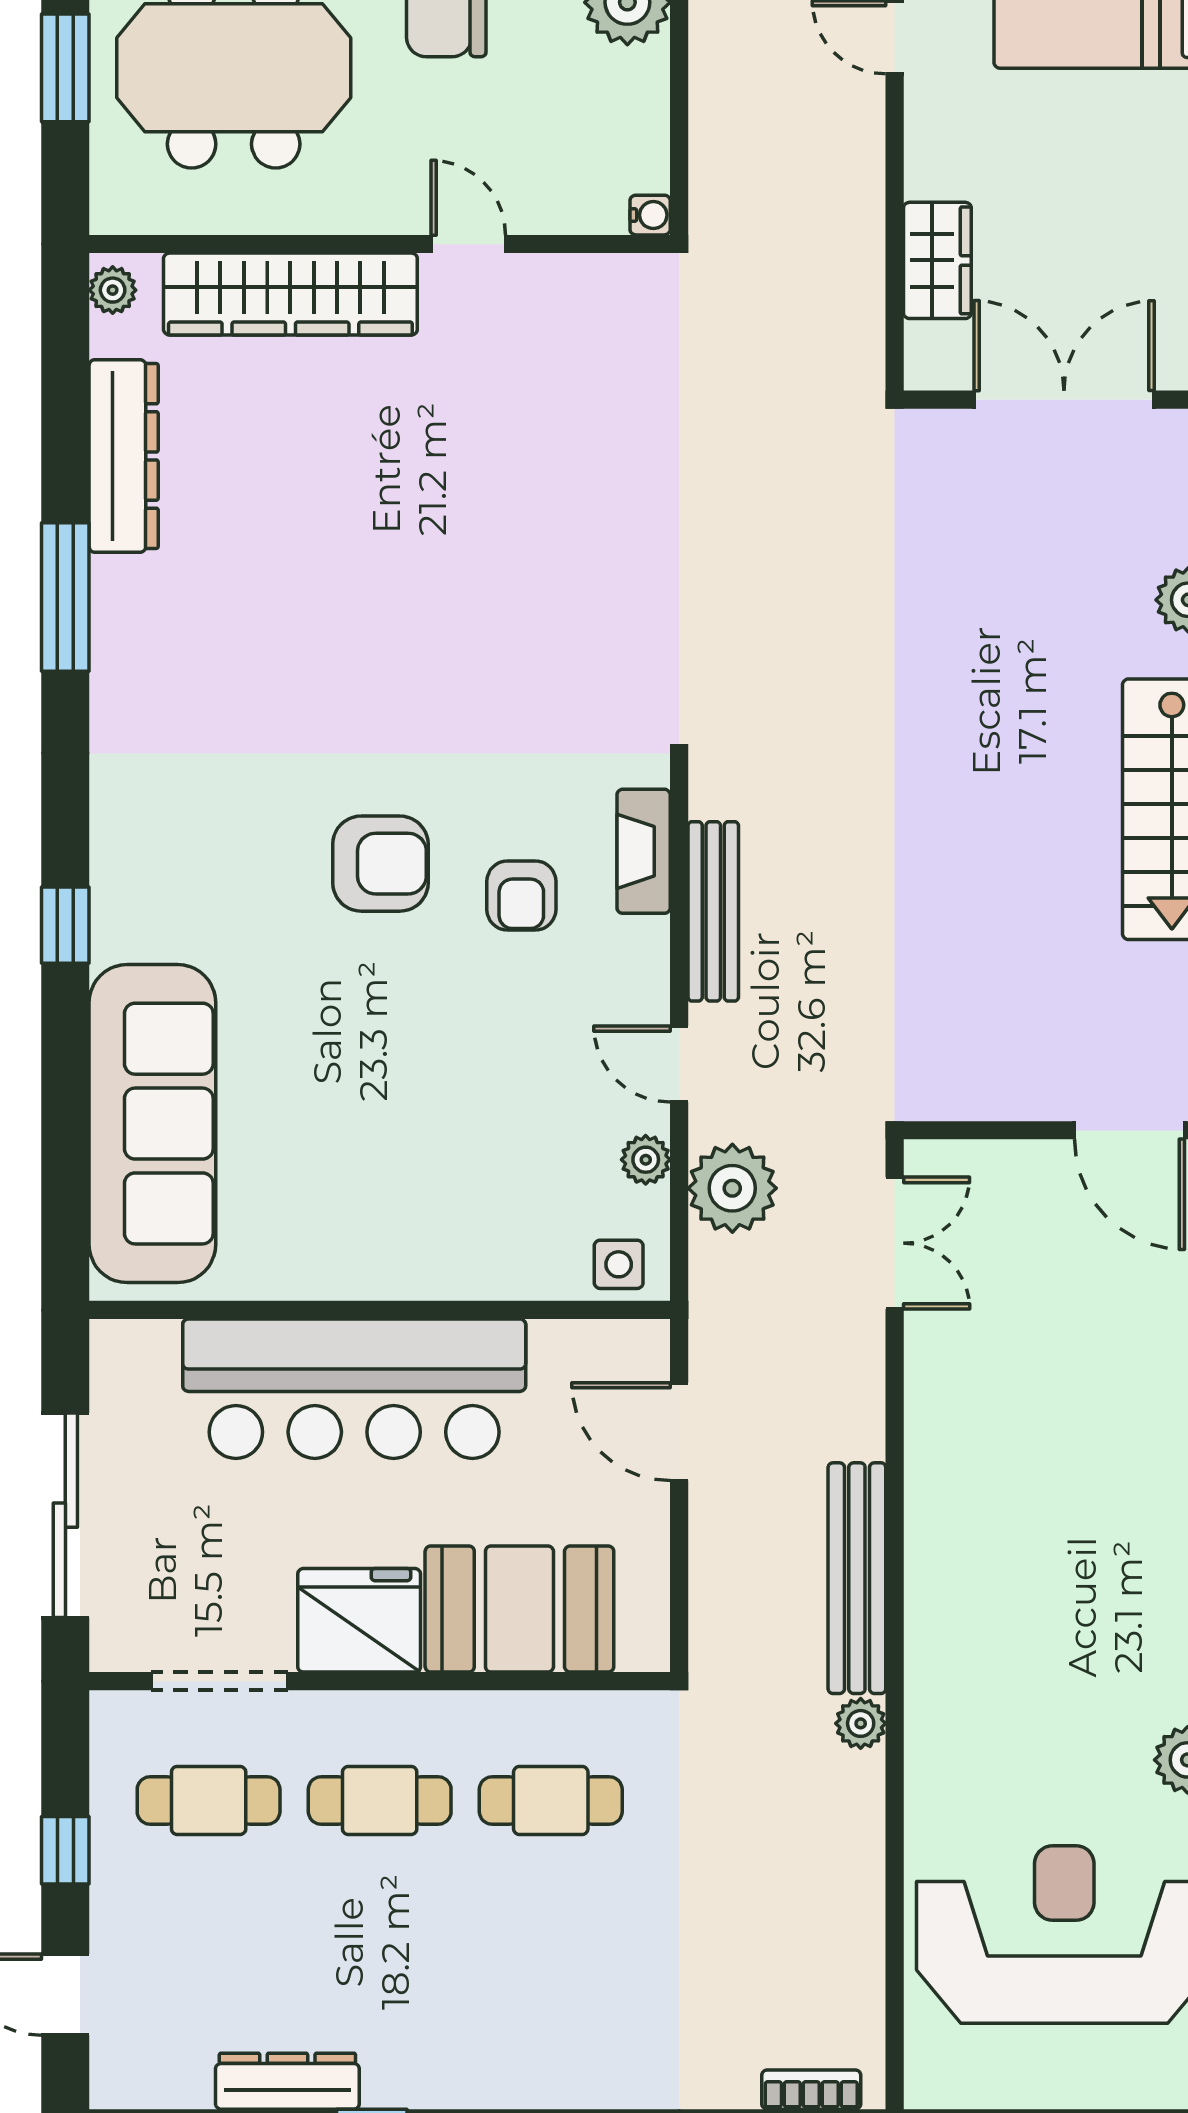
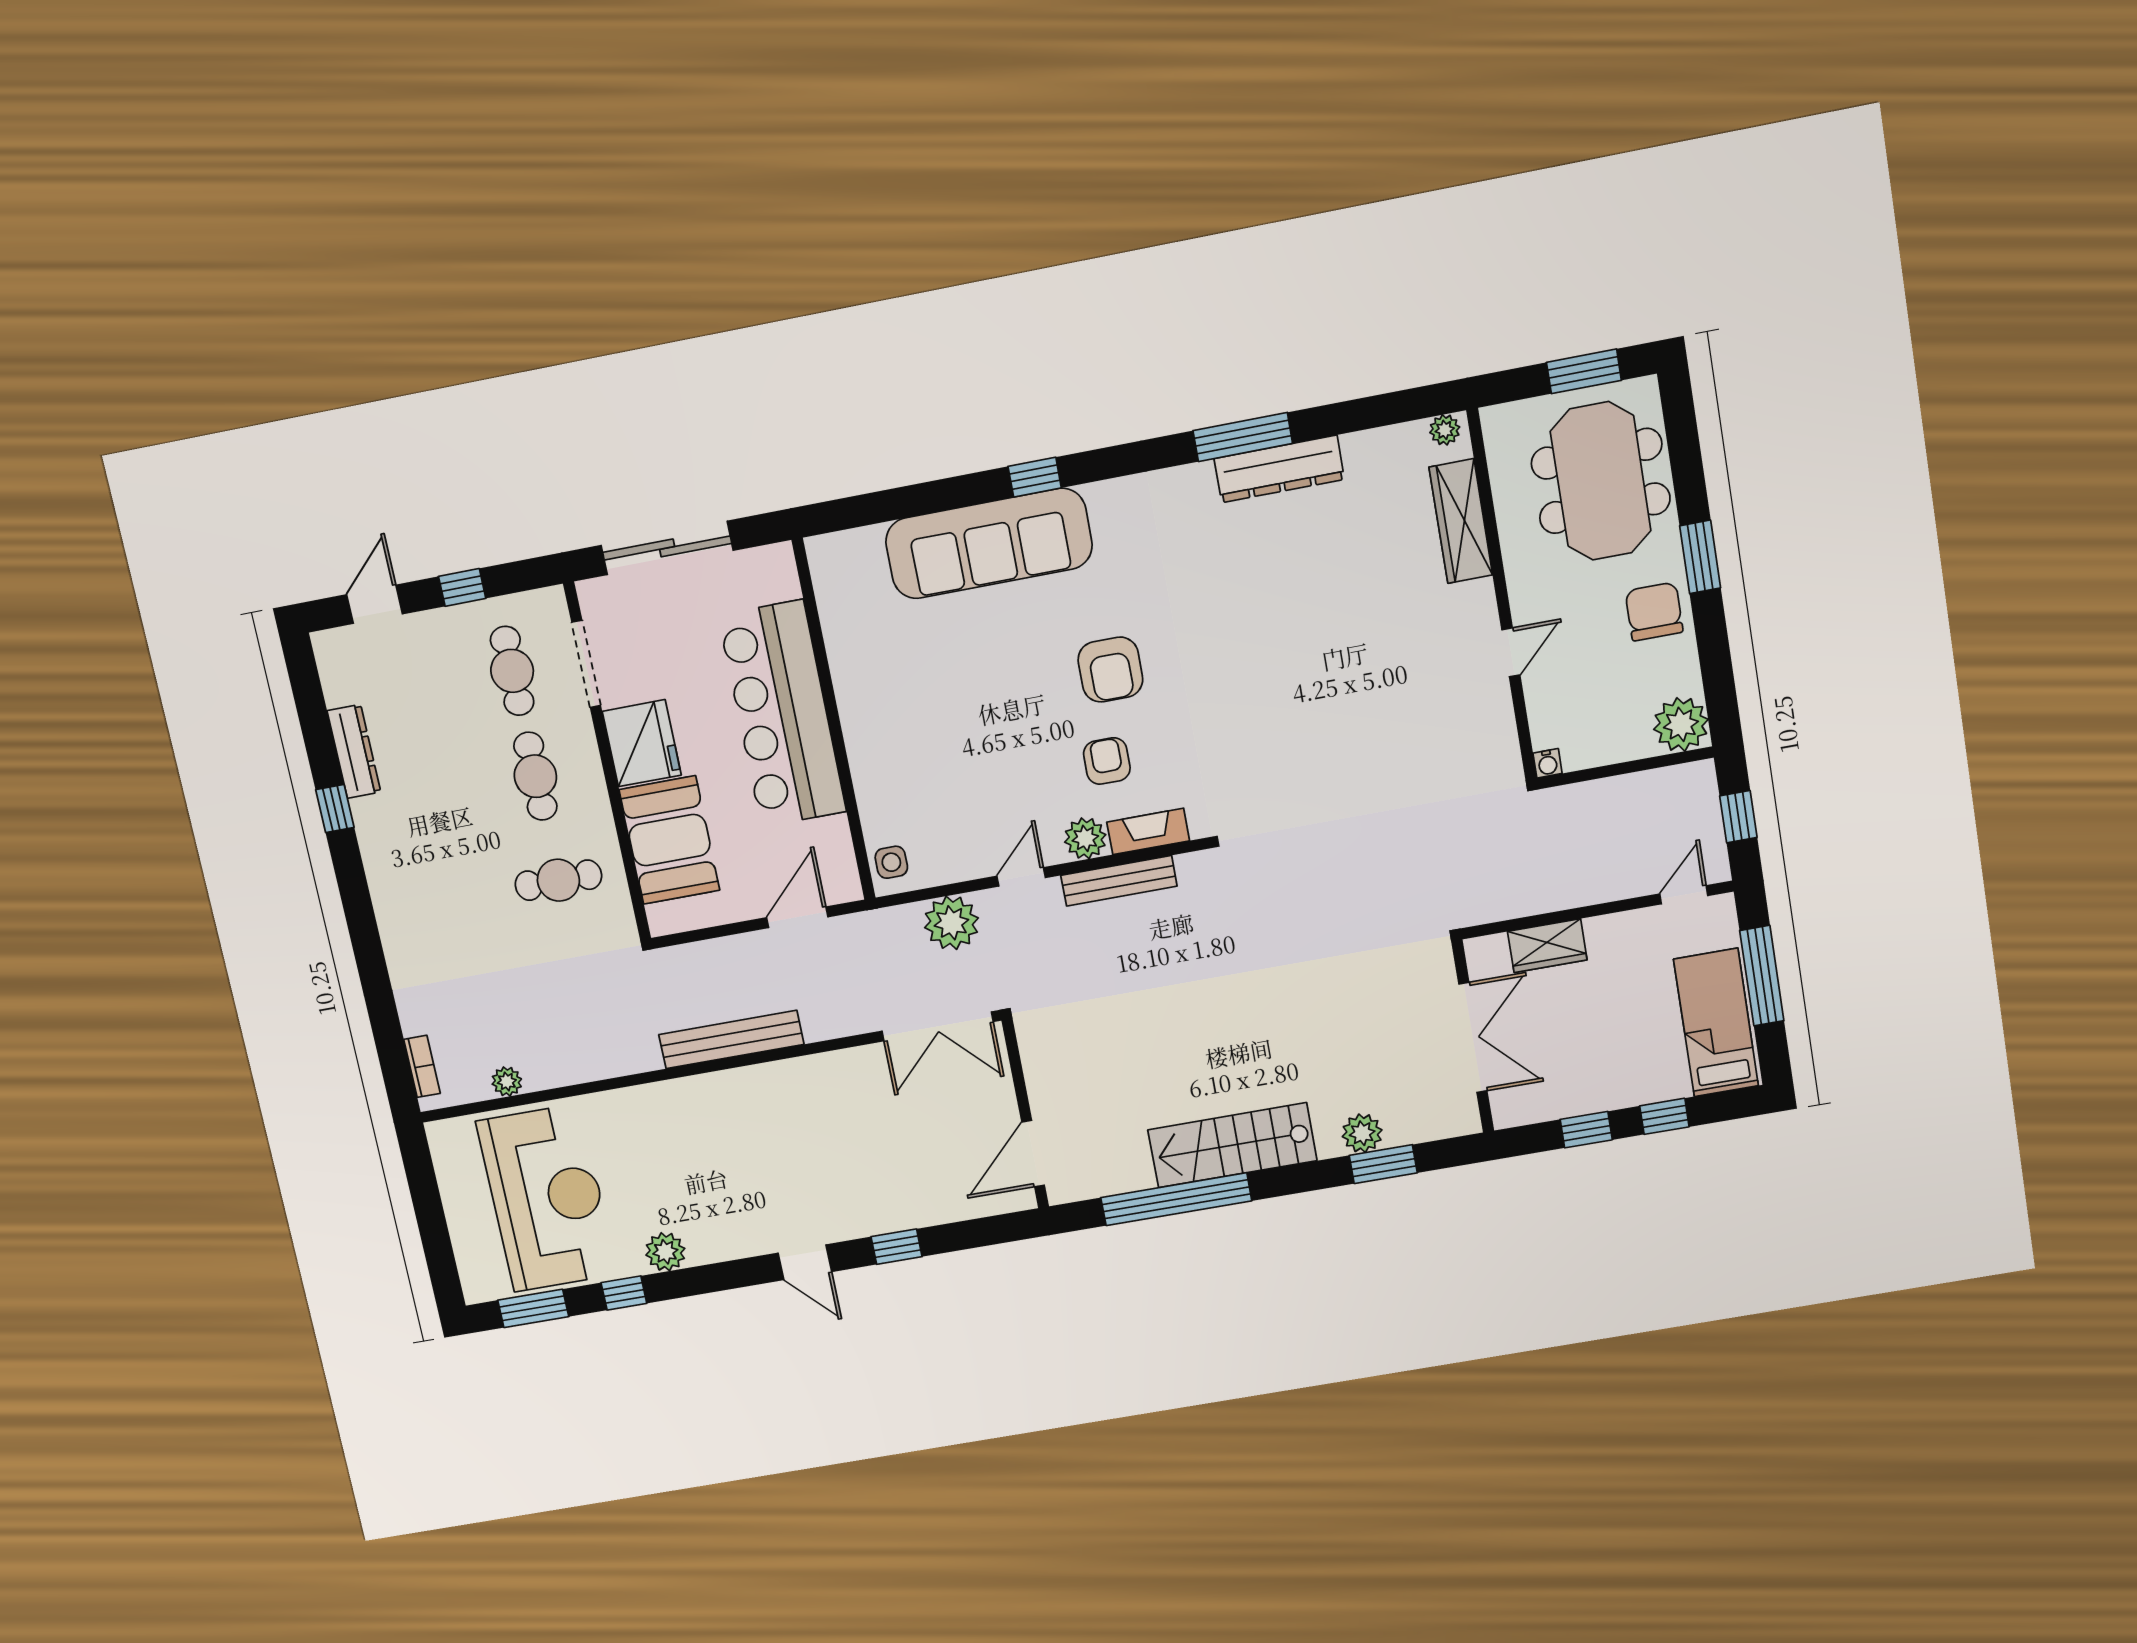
wardrobe: (290, 294) -> (1461, 521), width x0.71, depth x0.85
dresser: (124, 456) -> (1279, 469), moved
armchair: (521, 895) -> (1107, 761), turned 90
sofa: (152, 1124) -> (989, 544), moved
plant: (646, 1160) -> (1085, 838), moved, width x1.38, depth x1.38
double door: (895, 1243) -> (938, 1026), width x1.37
plant: (861, 1723) -> (507, 1082), moved
cafe table: (551, 1800) -> (558, 880), turned 90

